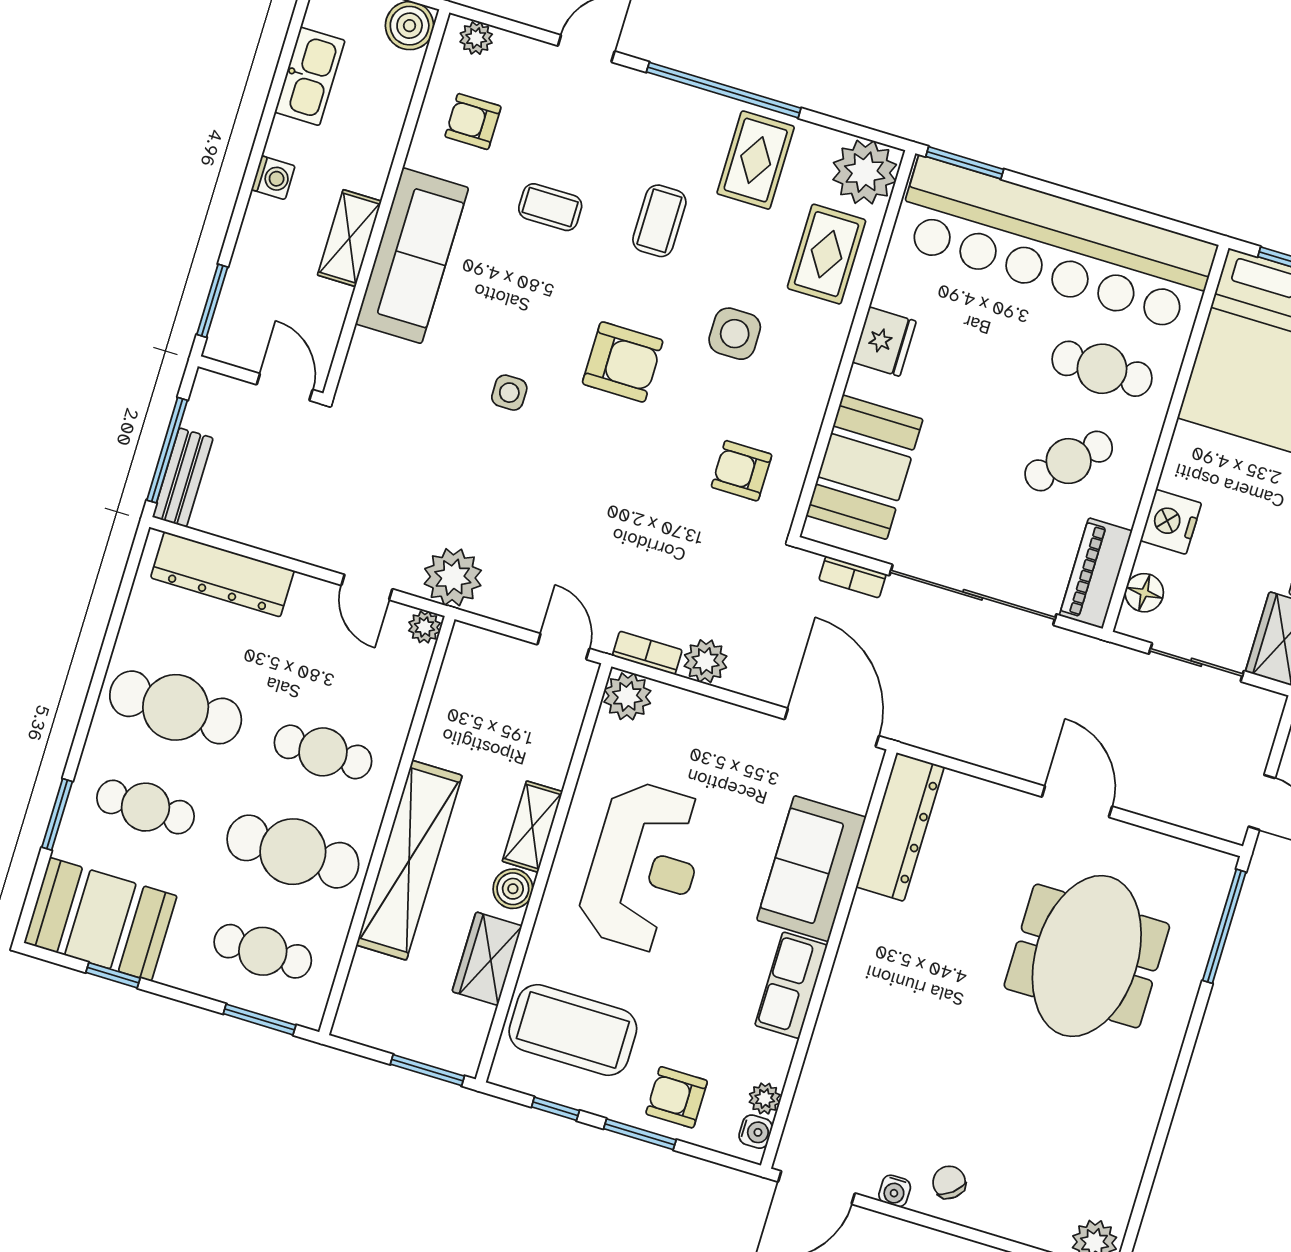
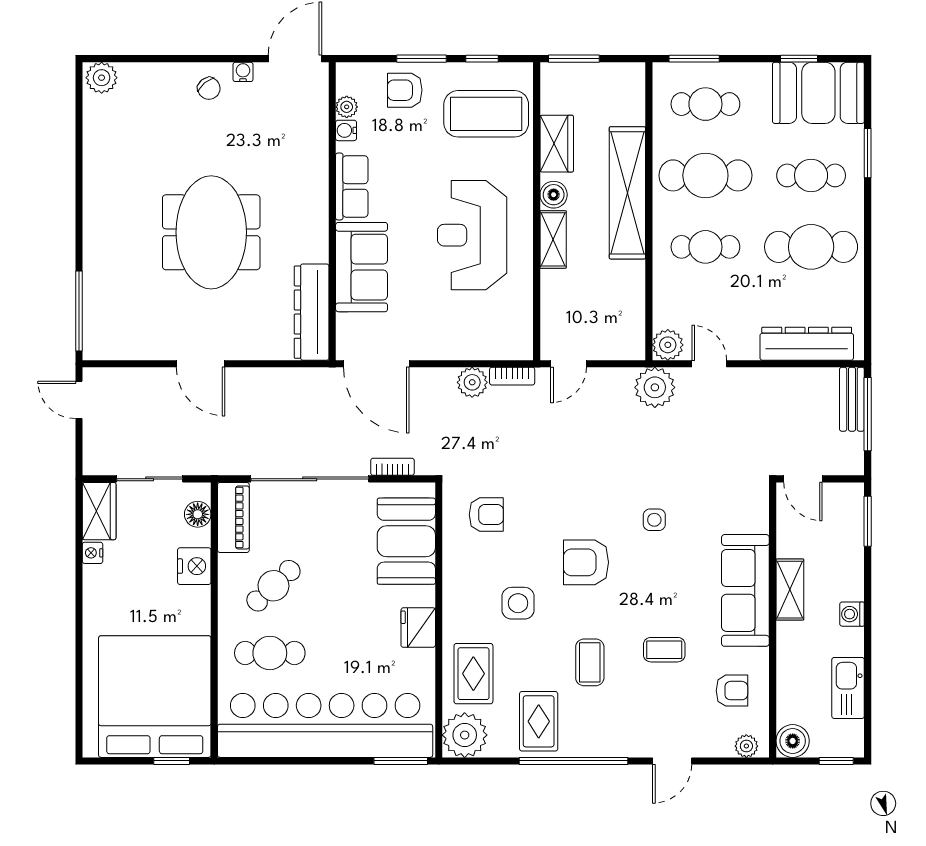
plant: (424, 627) -> (668, 345), width x1.38, depth x1.38
door: (563, 647) -> (569, 364), hinge flipped
plant: (627, 696) -> (517, 344), removed
meeting table: (1087, 956) -> (211, 232), moved
armchair: (677, 1097) -> (405, 90), turned 180
water cooler: (756, 1132) -> (346, 130), moved

